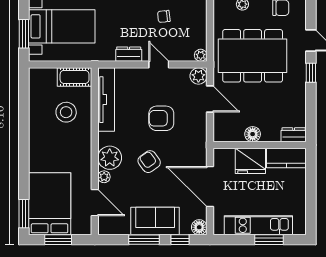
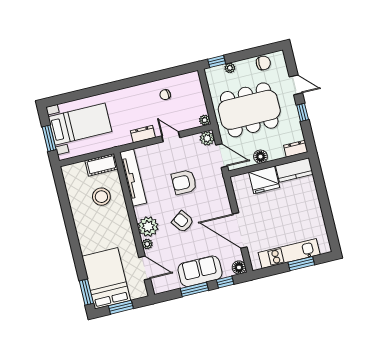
floor lamp: (253, 134) -> (260, 157), moved
dresser: (294, 135) -> (296, 149), moved
wall: (260, 145) -> (269, 164), moved
kitchen counter: (286, 158) -> (294, 170), moved
fridge: (250, 161) -> (264, 180), moved

